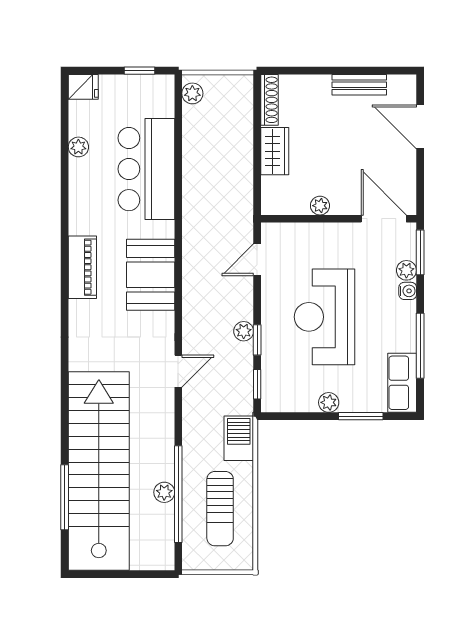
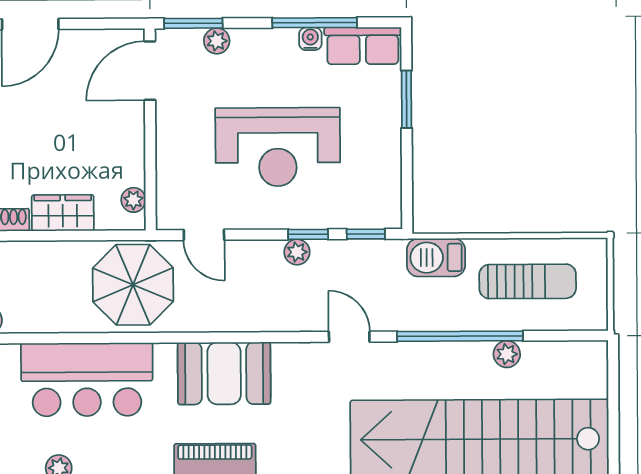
parasol: (219, 205) -> (133, 285), added
plant: (320, 206) -> (133, 200), moved
water cooler: (408, 291) -> (310, 39), moved
plant: (329, 402) -> (389, 141), removed
window: (178, 494) -> (460, 336), moved

